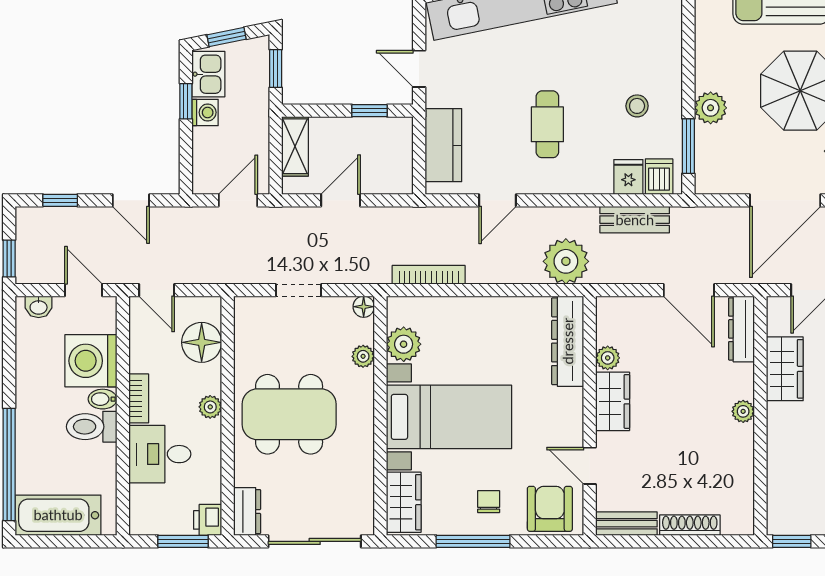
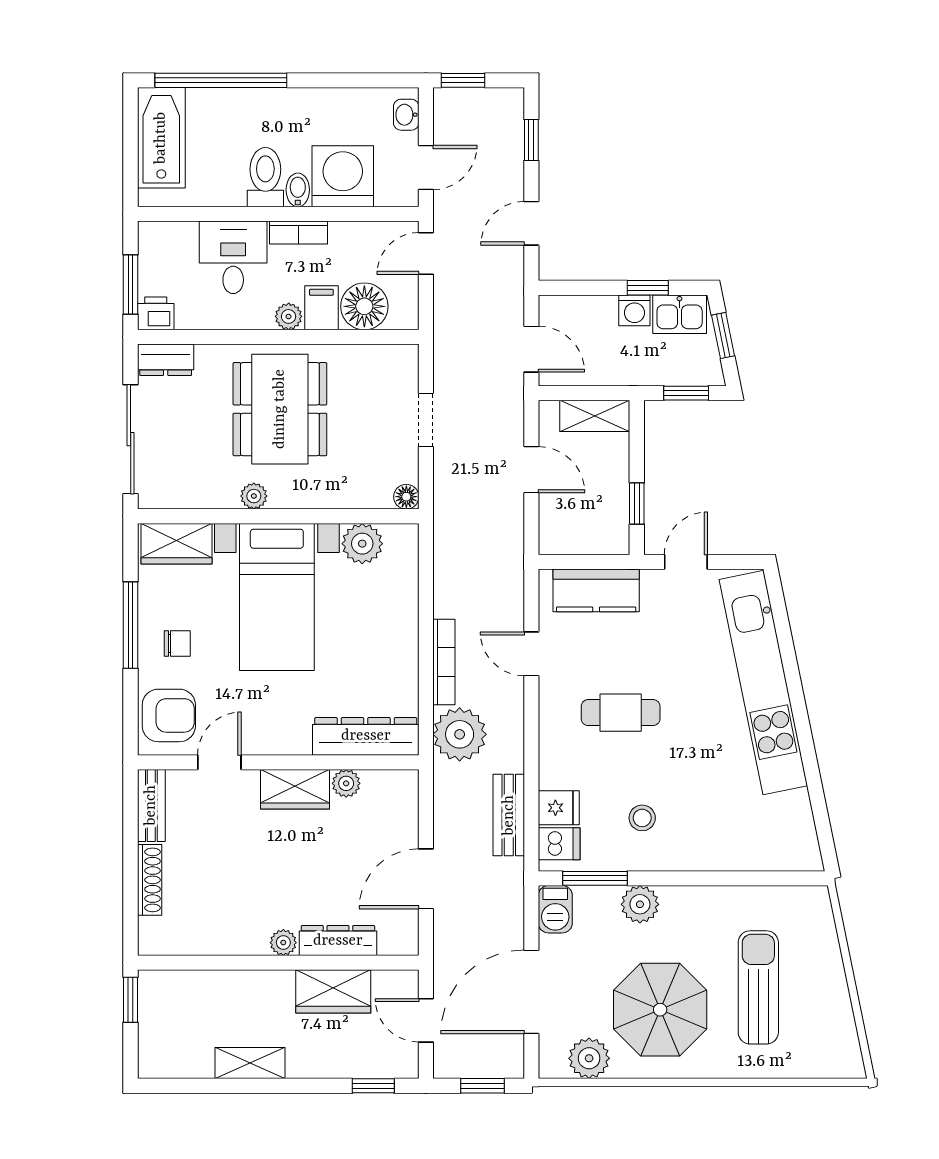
barbecue: (715, 180) -> (555, 909), added
door: (785, 200) -> (531, 992), hinge flipped
bookcase: (429, 275) -> (444, 662), moved
dresser: (741, 329) -> (338, 941), moved
plant: (363, 356) -> (254, 496), moved
filing cabinet: (203, 379) -> (321, 308), added

